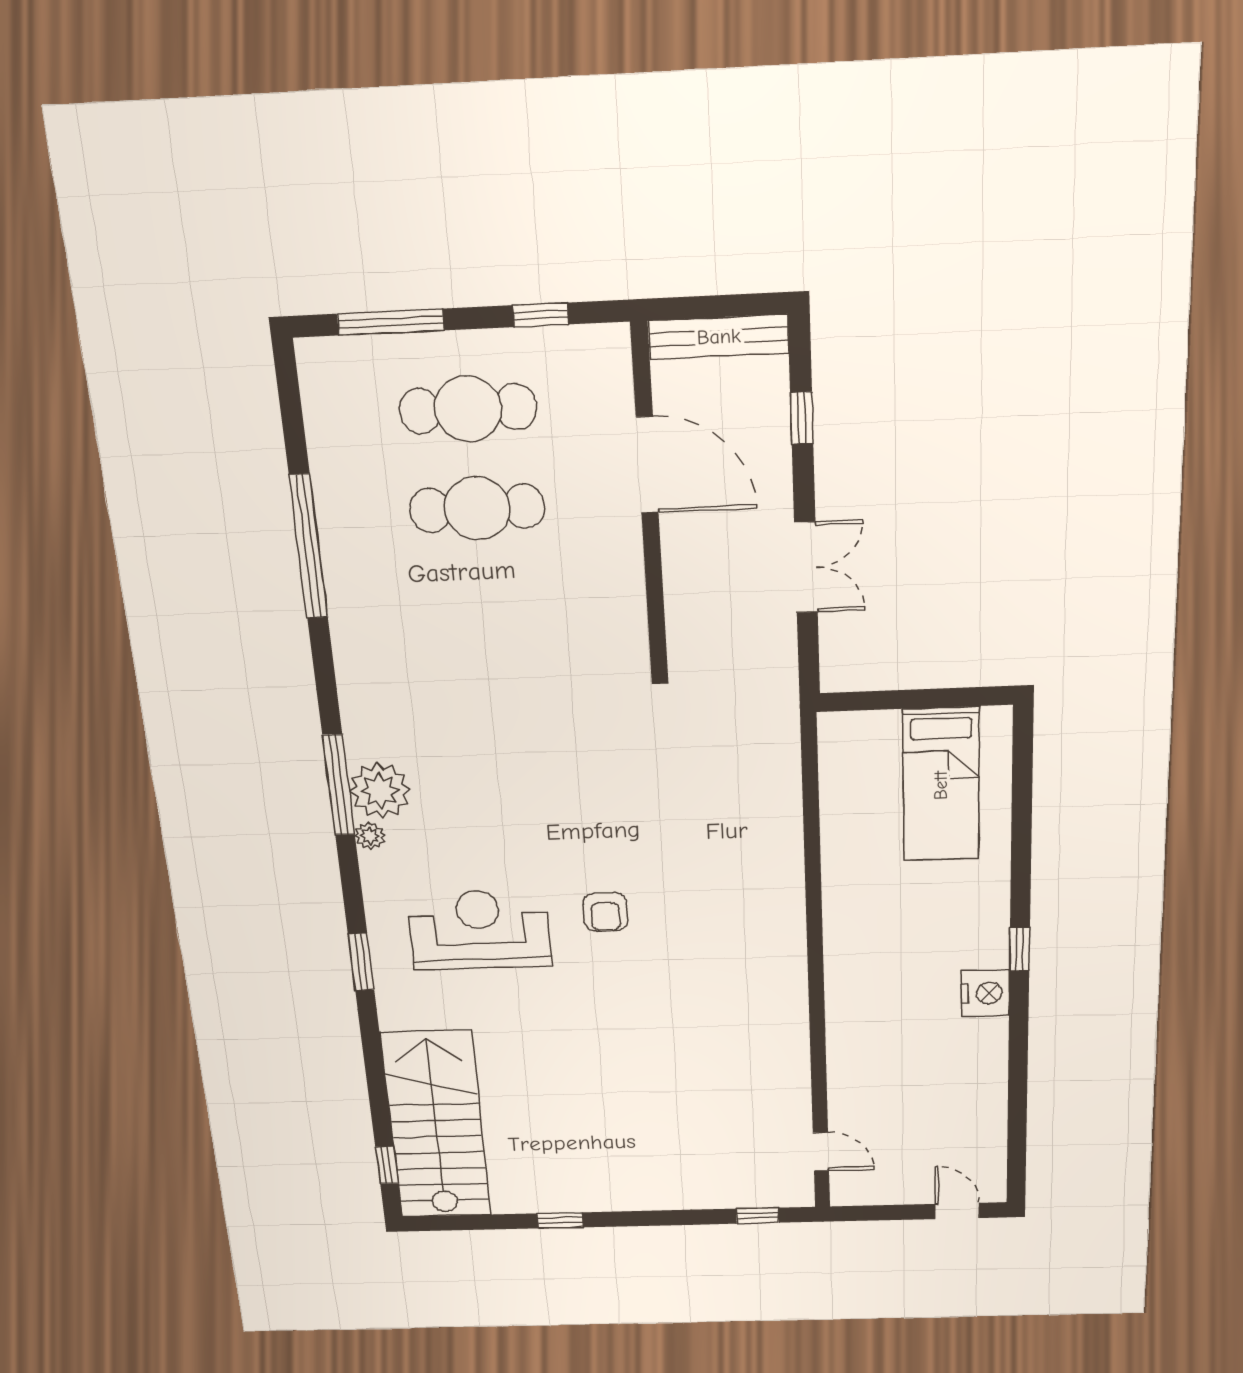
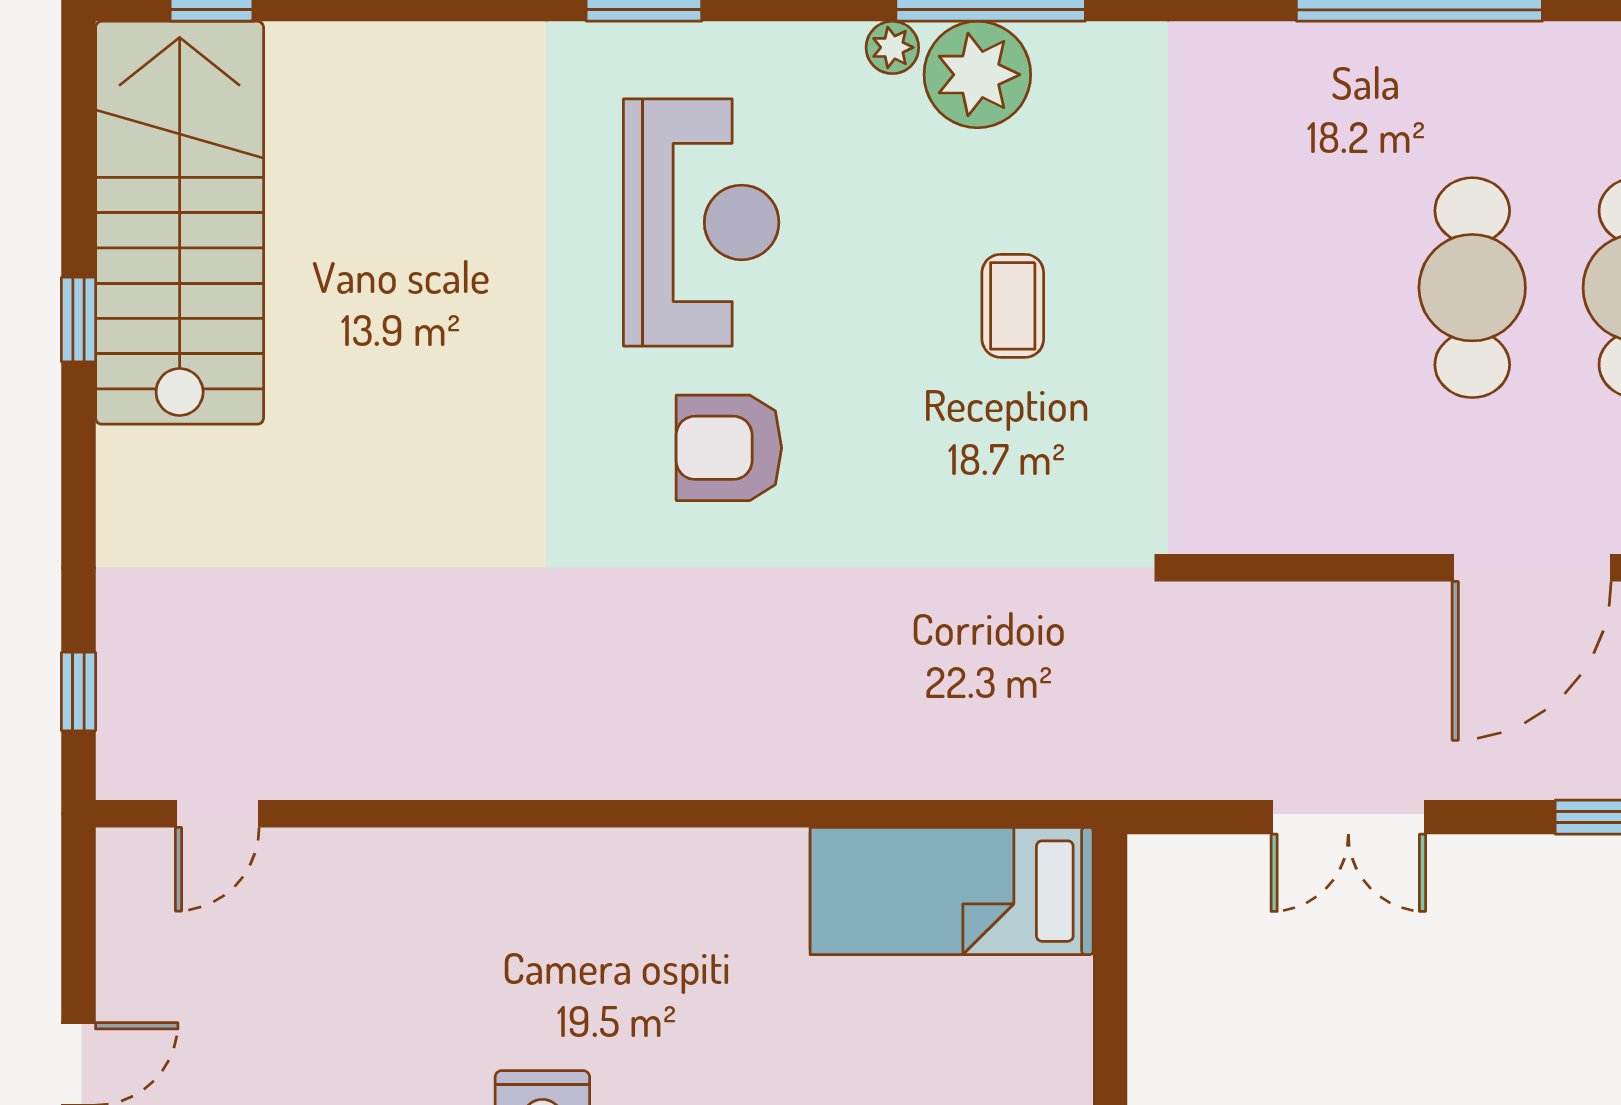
coffee table: (512, 767) -> (1013, 306), added
bed: (941, 785) -> (952, 891), moved
armchair: (605, 912) -> (729, 448), width x1.38, depth x1.38
stairs: (436, 1125) -> (180, 223), moved, turned -90

